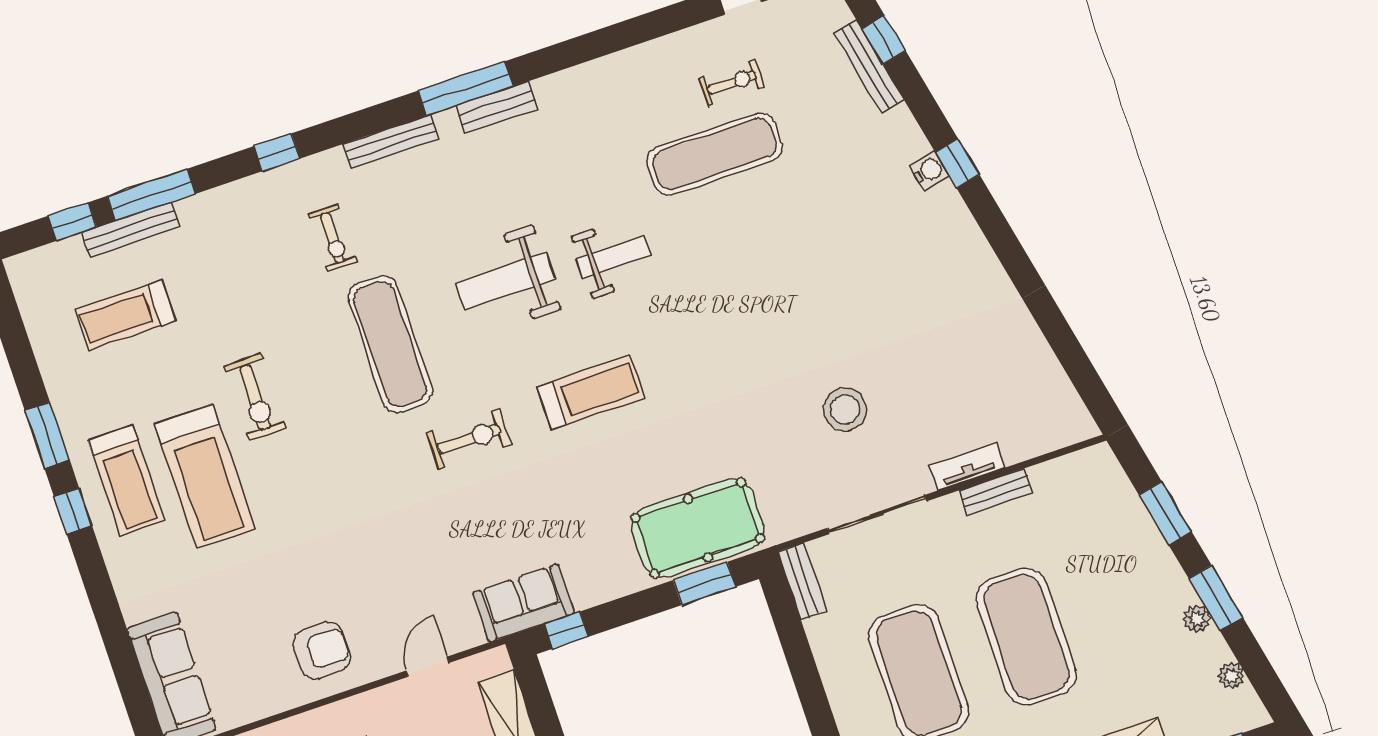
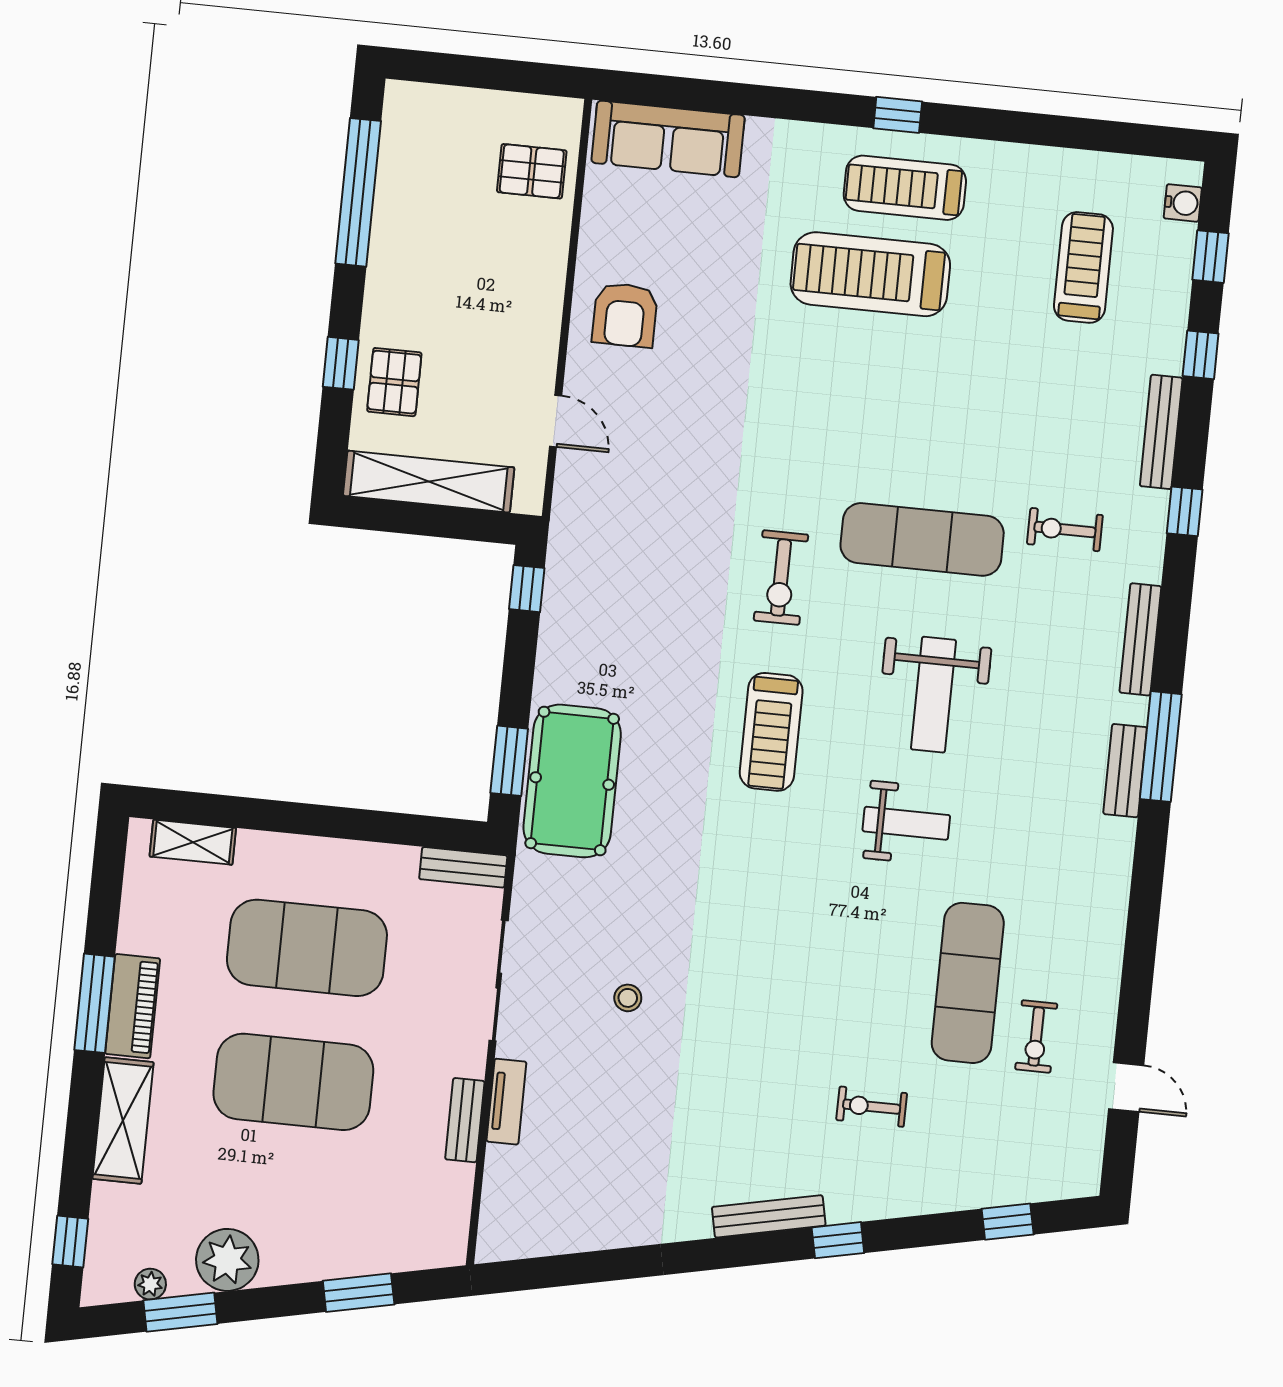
bench: (869, 66) -> (769, 1216), moved
water cooler: (929, 171) -> (1183, 203), moved, turned -78
window: (151, 195) -> (1201, 355), width x0.46
bench: (131, 230) -> (1161, 432), moved
weight bench: (613, 257) -> (906, 823), turned -90
weight bench: (505, 281) -> (933, 695), turned 180
exercise bike: (255, 397) -> (872, 1107), moved, width x0.73, depth x0.72
stool: (845, 410) -> (628, 998), width x0.53, depth x0.53
window: (47, 435) -> (992, 125), removed
window: (1216, 598) -> (180, 1312), moved
sofa: (523, 603) -> (577, 556), removed
plant: (1197, 619) -> (227, 1260), width x1.88, depth x1.88

